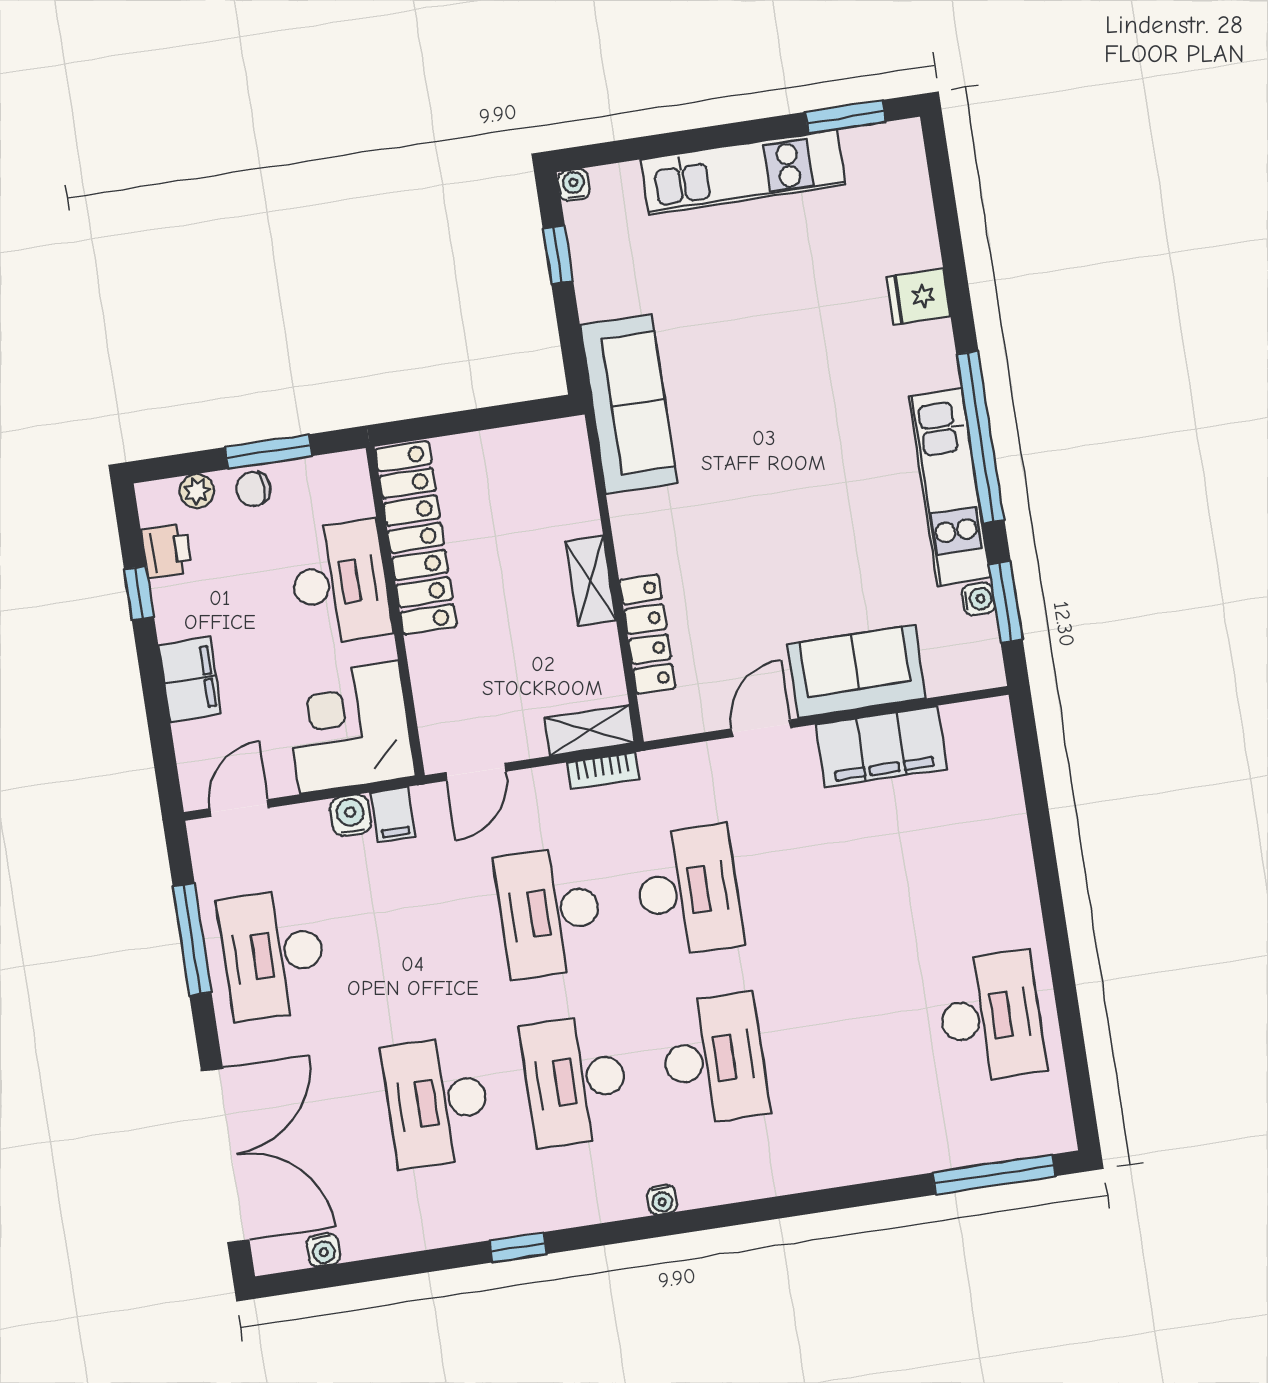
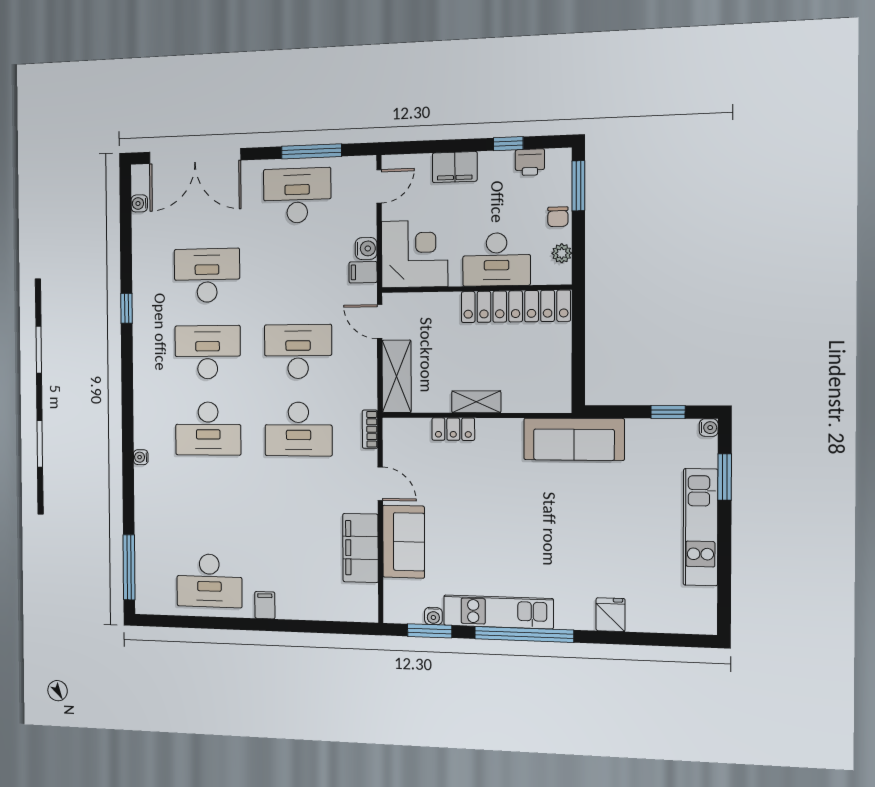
window: (845, 117) -> (725, 477), moved
window: (268, 452) -> (578, 186), moved
chair: (253, 489) -> (558, 217), turned 180
plant: (197, 491) -> (562, 253), moved
locker: (647, 634) -> (453, 429), width x0.66
shelving: (590, 730) -> (397, 376), width x1.50, depth x1.33
bookcase: (603, 771) -> (370, 429), moved
door: (239, 808) -> (379, 186), hinge flipped
filing cabinet: (1016, 906) -> (265, 605), added
water cooler: (662, 1200) -> (141, 457), moved

